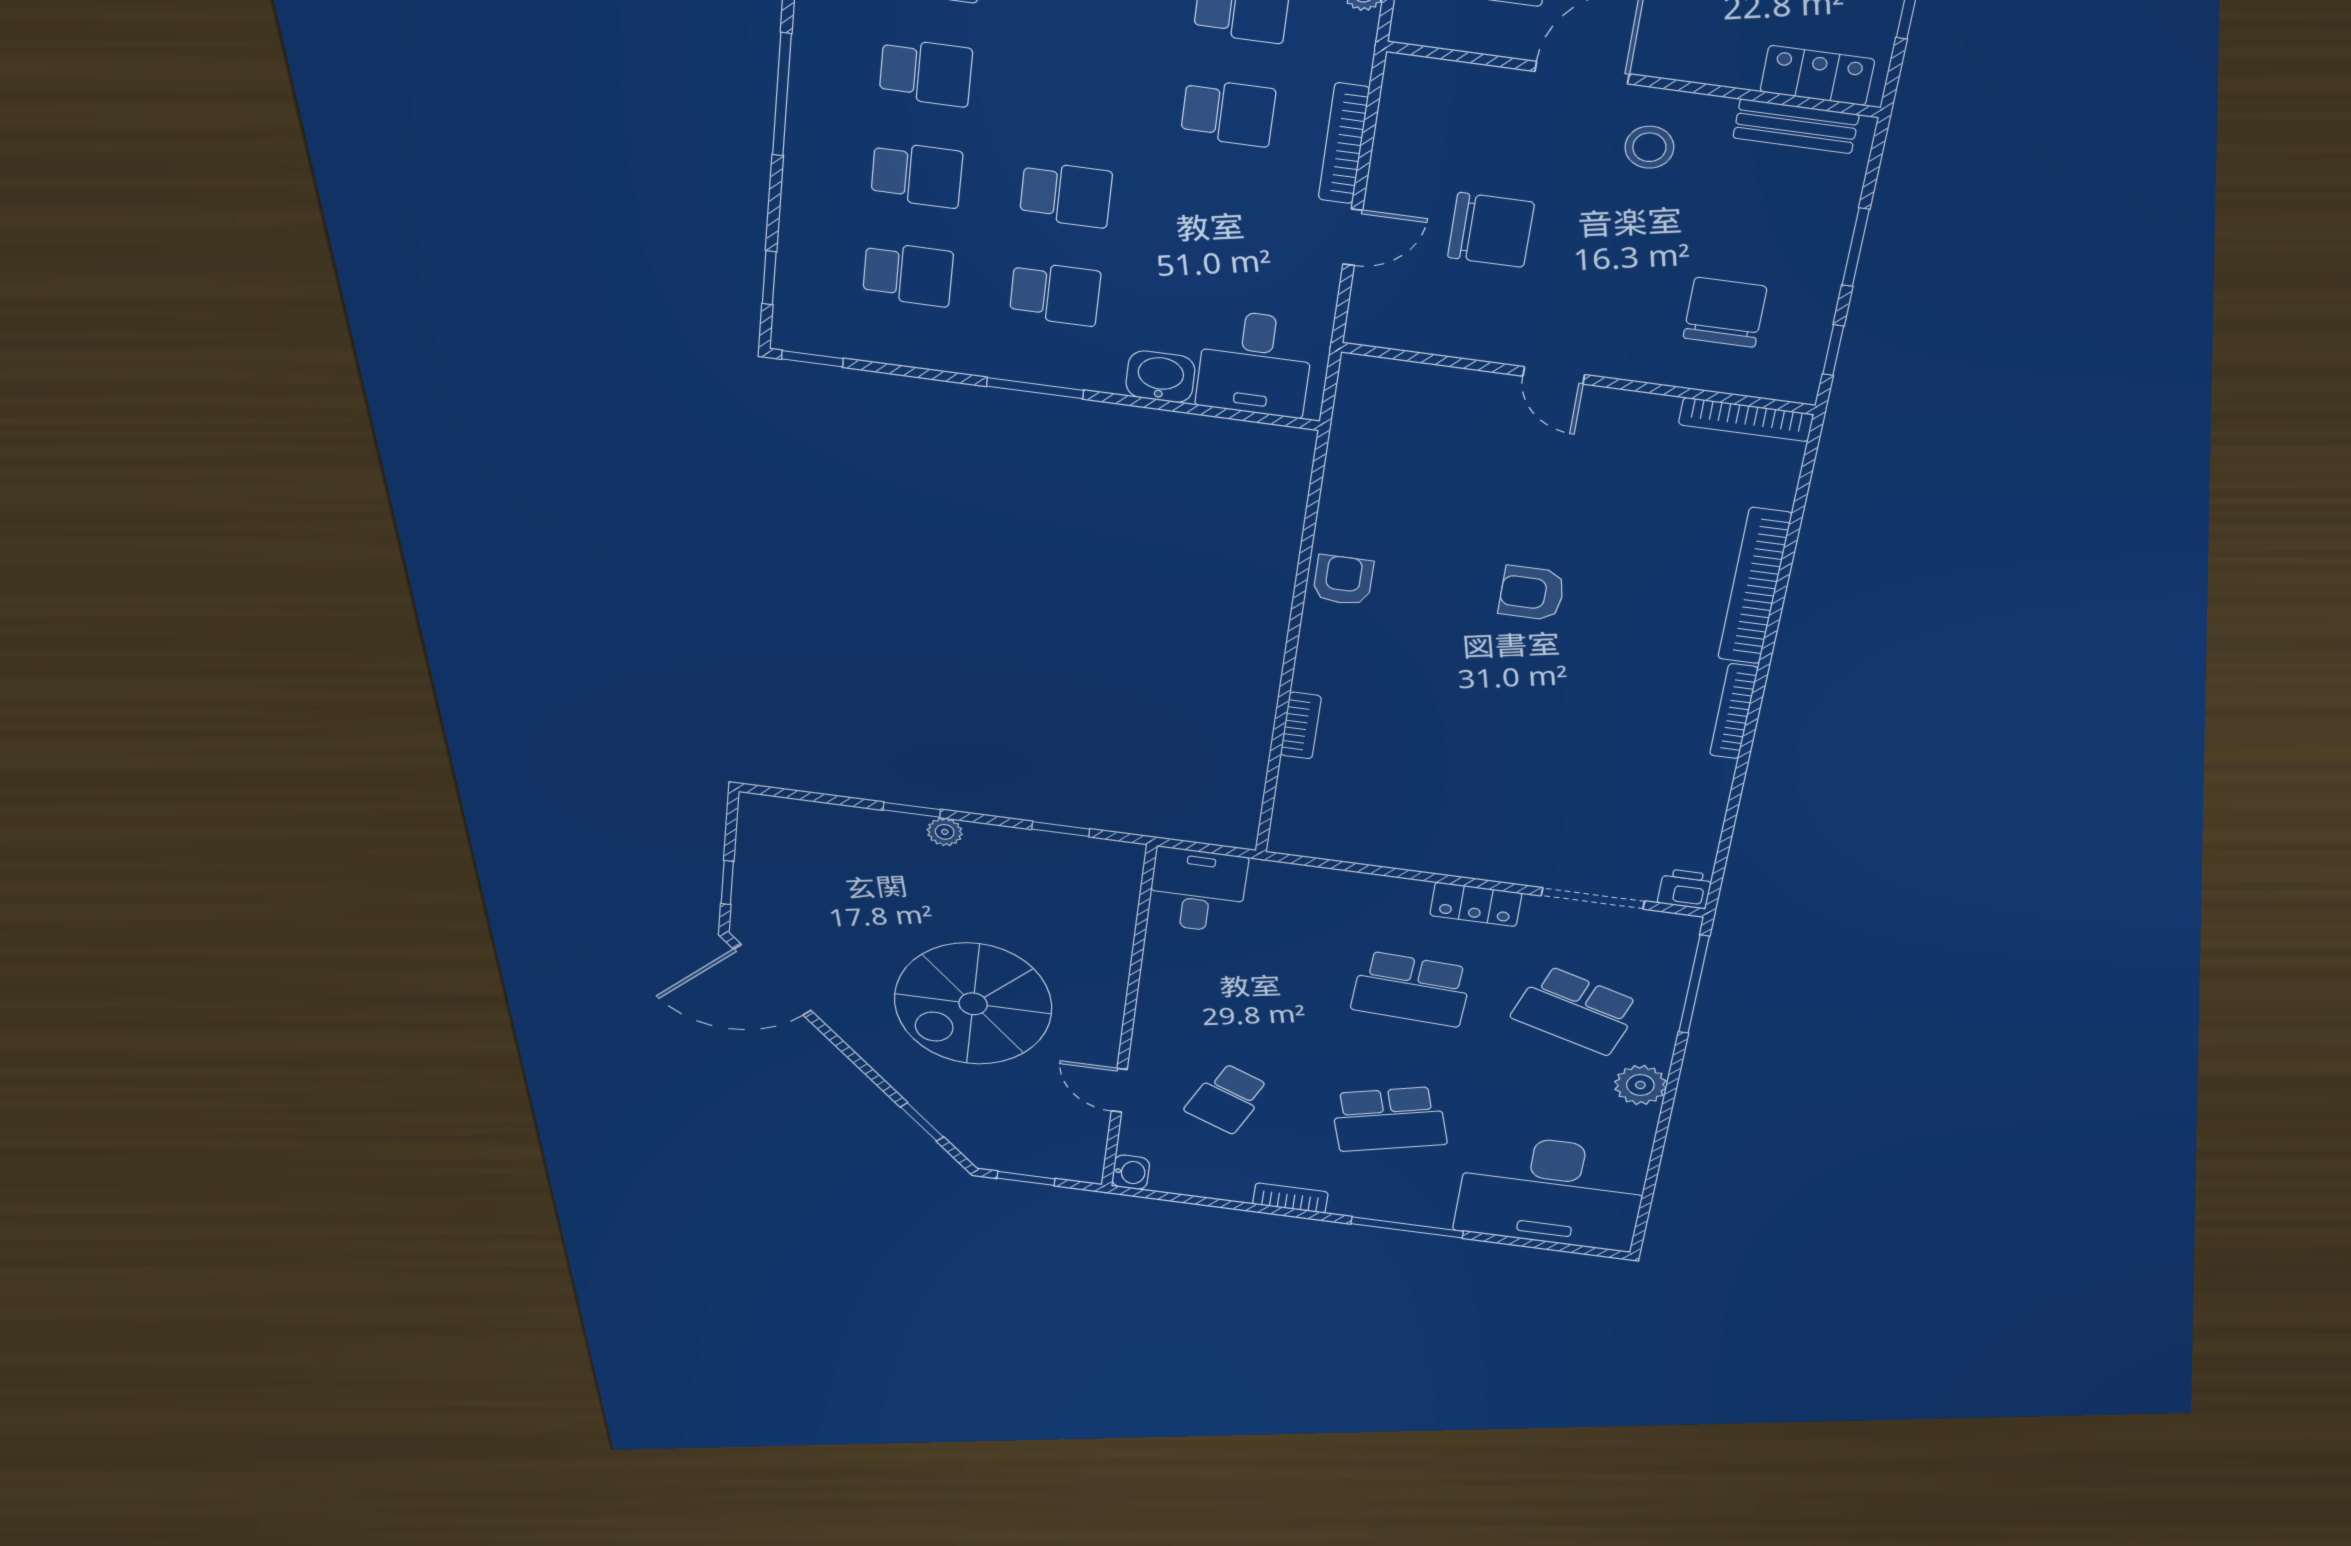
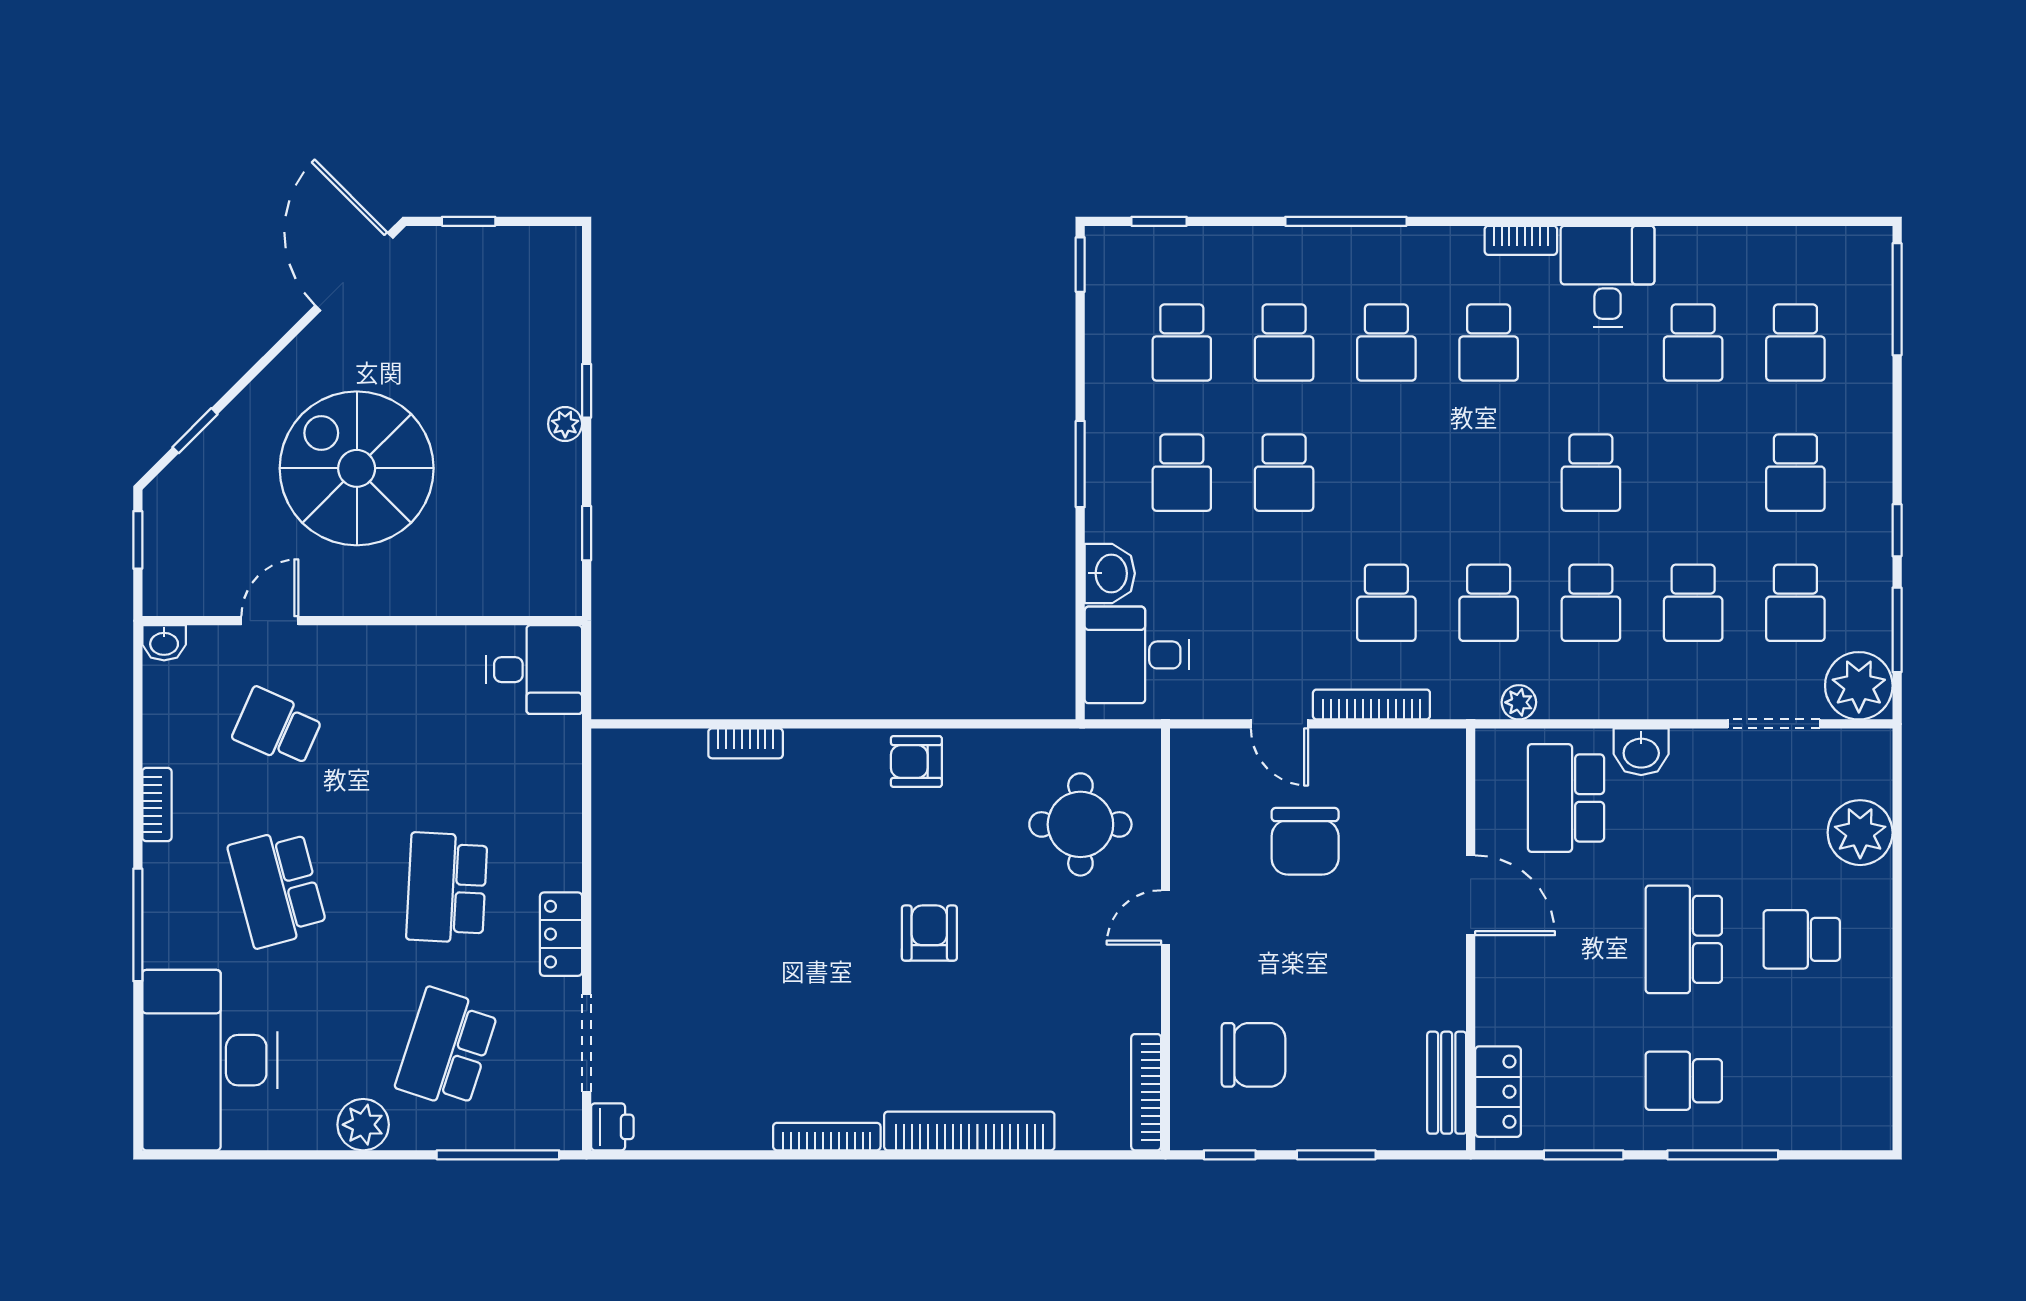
stool: (1649, 147) -> (1407, 963), removed
round table: (1436, 441) -> (1080, 824), added
armchair: (1343, 580) -> (916, 761), turned 180

